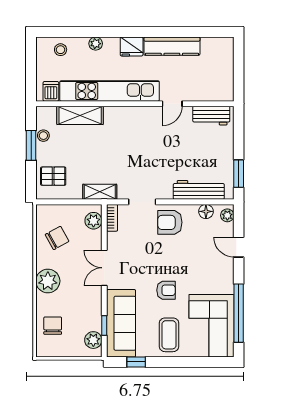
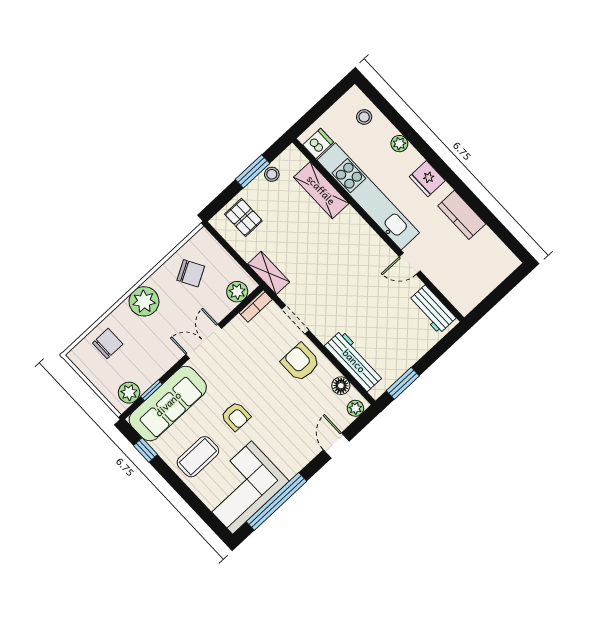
kitchen counter: (172, 46) -> (462, 215), width x0.67

